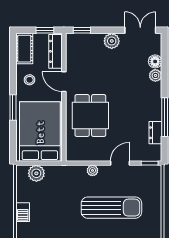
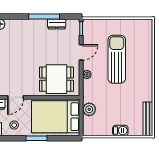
plant: (155, 75) -> (11, 24), removed
dining table: (90, 116) -> (56, 79), moved
door: (120, 163) -> (81, 52), swing flipped
plant: (36, 173) -> (89, 109), moved

